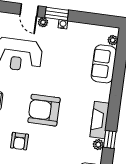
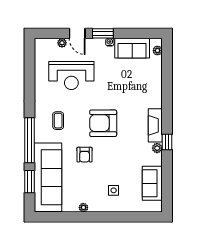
plant: (43, 22) -> (62, 43), moved
sofa: (104, 64) -> (132, 48), moved, turned -90

